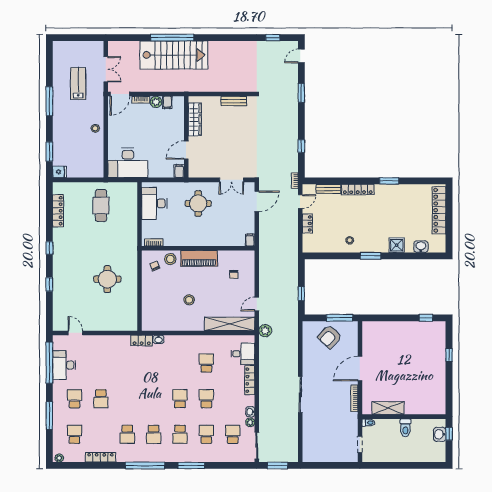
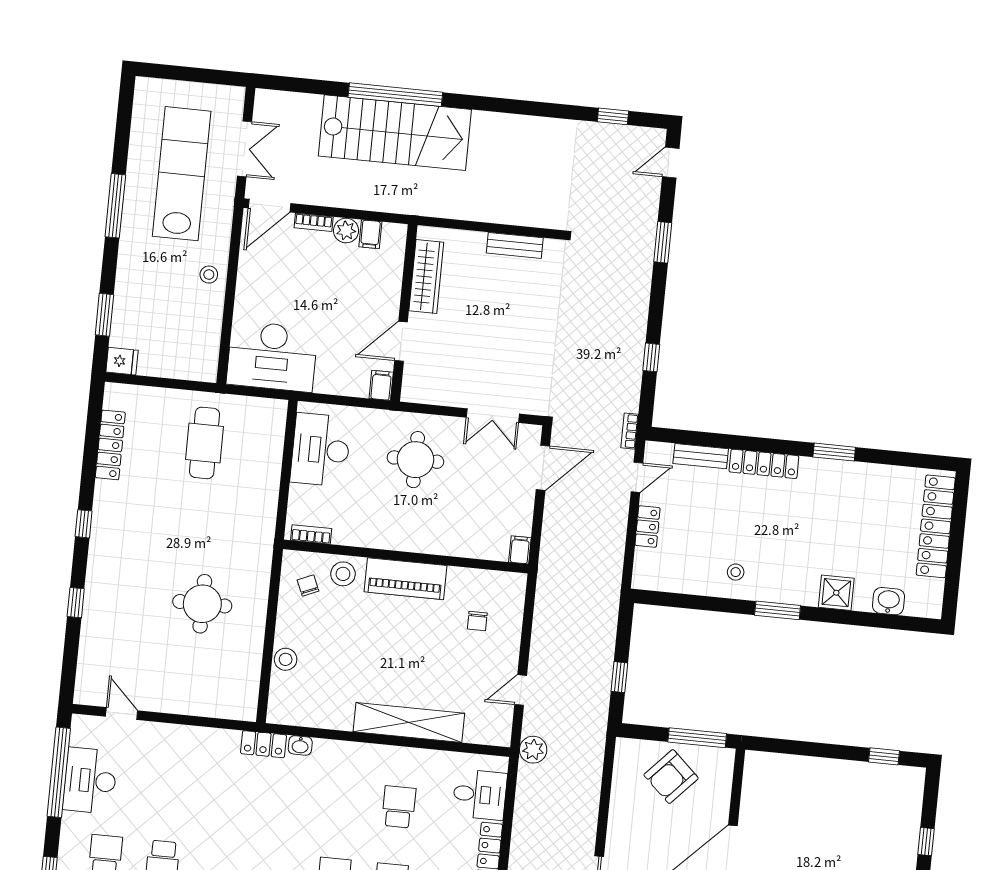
lab bench: (78, 83) -> (182, 174), width x1.86, depth x1.39
stool: (189, 300) -> (286, 659), moved
shelving: (230, 324) -> (409, 723), moved

